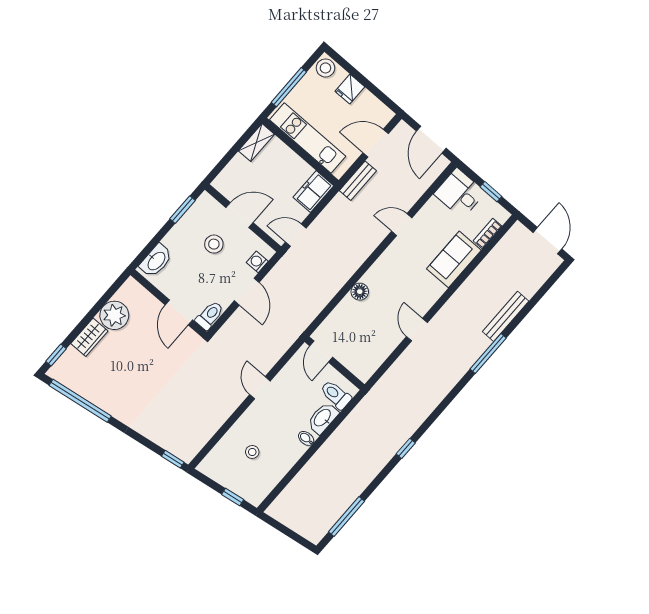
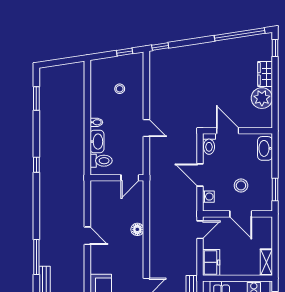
door: (240, 215) -> (241, 214), hinge flipped
door: (321, 351) -> (130, 178), swing flipped
window: (233, 497) -> (125, 52), moved
window: (347, 516) -> (36, 98), width x0.69

